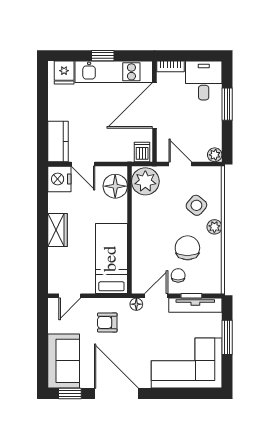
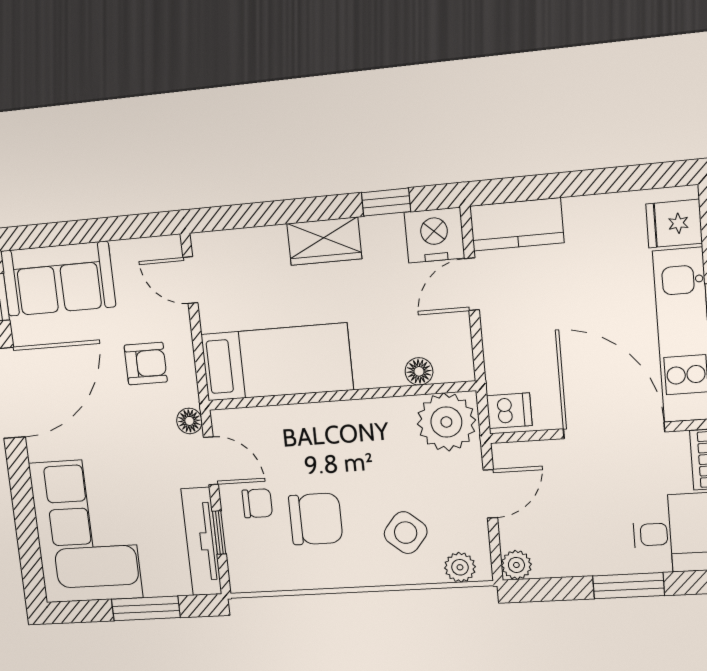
floor lamp: (115, 186) -> (419, 371), width x0.53, depth x0.53
window: (43, 200) -> (386, 202), added
plant: (214, 227) -> (460, 567), moved
armchair: (107, 322) -> (146, 364), turned 90

